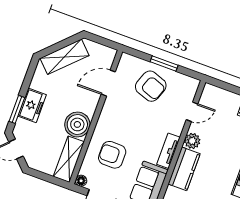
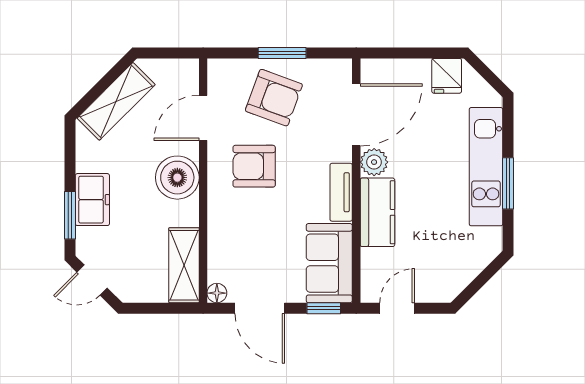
door: (192, 112) -> (356, 115), width x1.88
boiler: (77, 124) -> (177, 178), moved
armchair: (112, 155) -> (254, 166), moved

